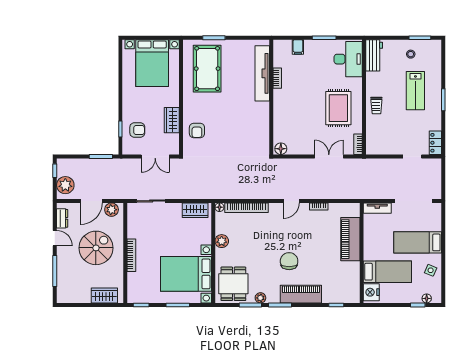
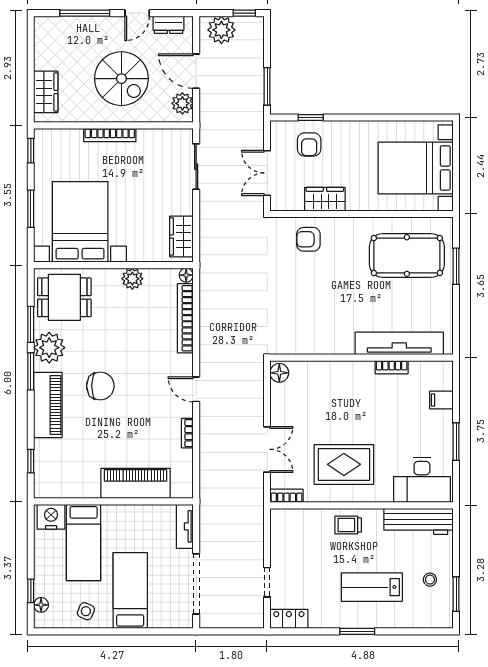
workbench: (374, 55) -> (418, 521), width x1.38
plant: (260, 298) -> (49, 348), width x1.88, depth x1.88

